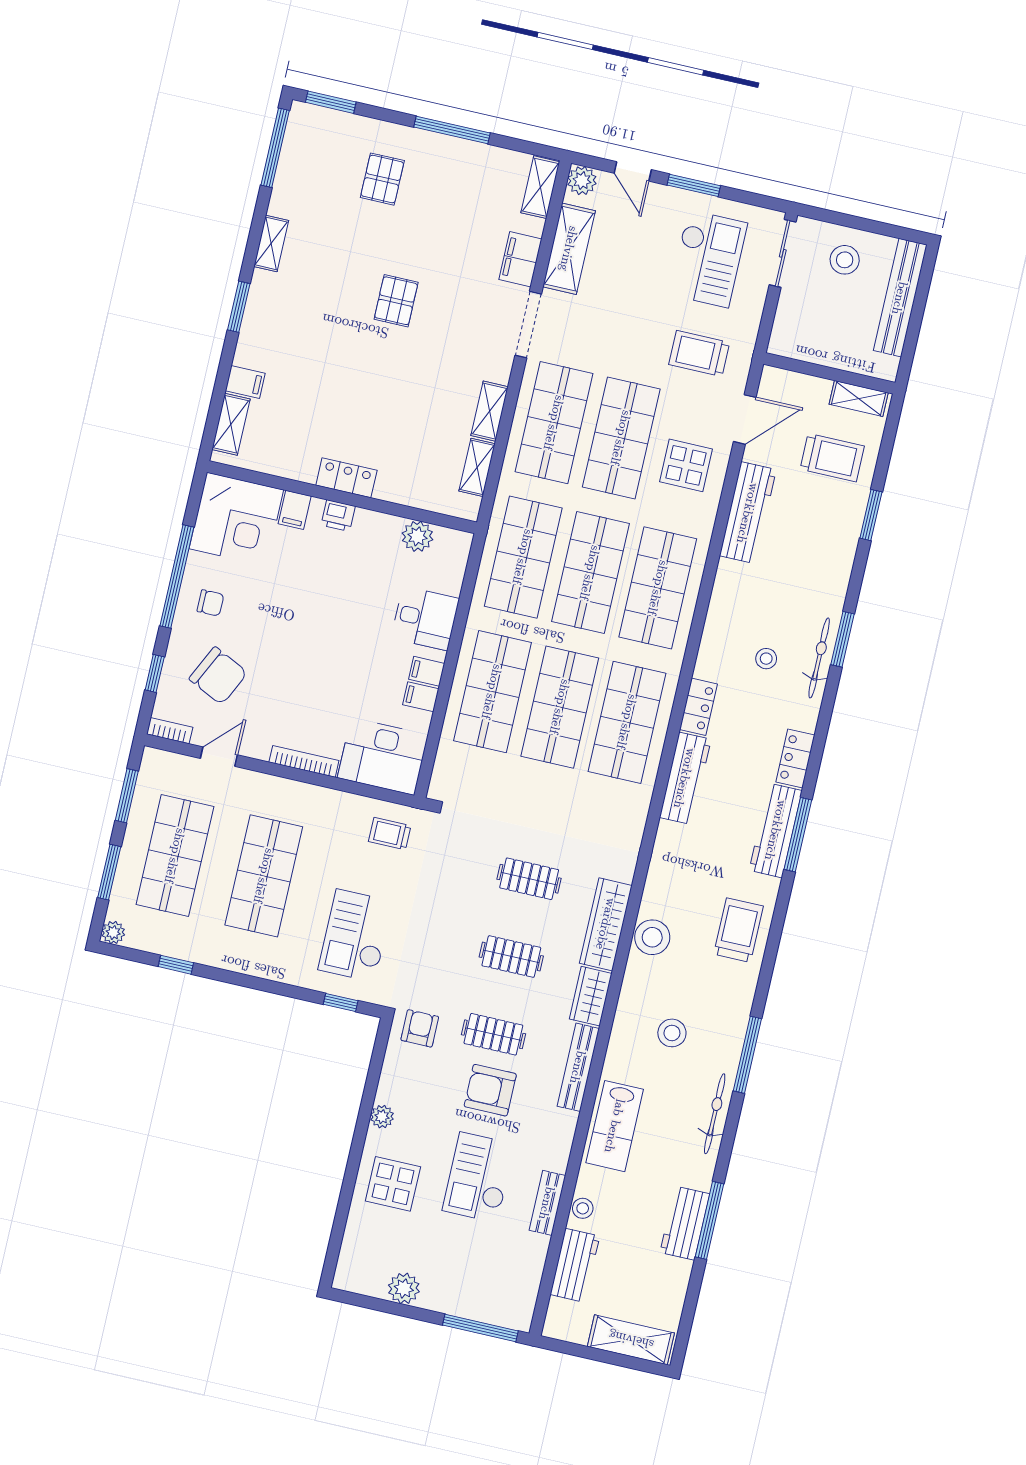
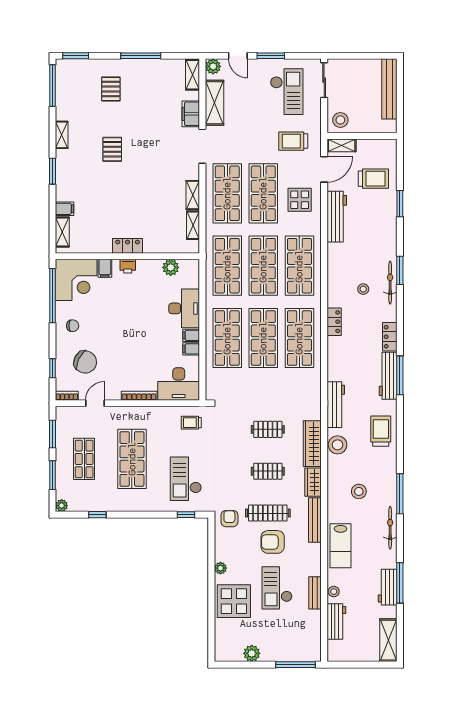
stool: (845, 260) -> (340, 120), moved
pallet: (396, 301) -> (112, 149), moved
shelving: (859, 399) -> (342, 145), moved
window: (177, 576) -> (52, 296), moved
desk: (425, 618) -> (184, 308), width x1.37
workbench: (685, 778) -> (336, 405), moved
shop shelf: (175, 856) -> (84, 459), width x0.70, depth x0.74
clothes rail: (493, 1034) -> (268, 513), width x1.36
display table: (393, 1184) -> (234, 601), width x1.36, depth x1.36
shelving: (631, 1340) -> (388, 640), moved, turned 90

